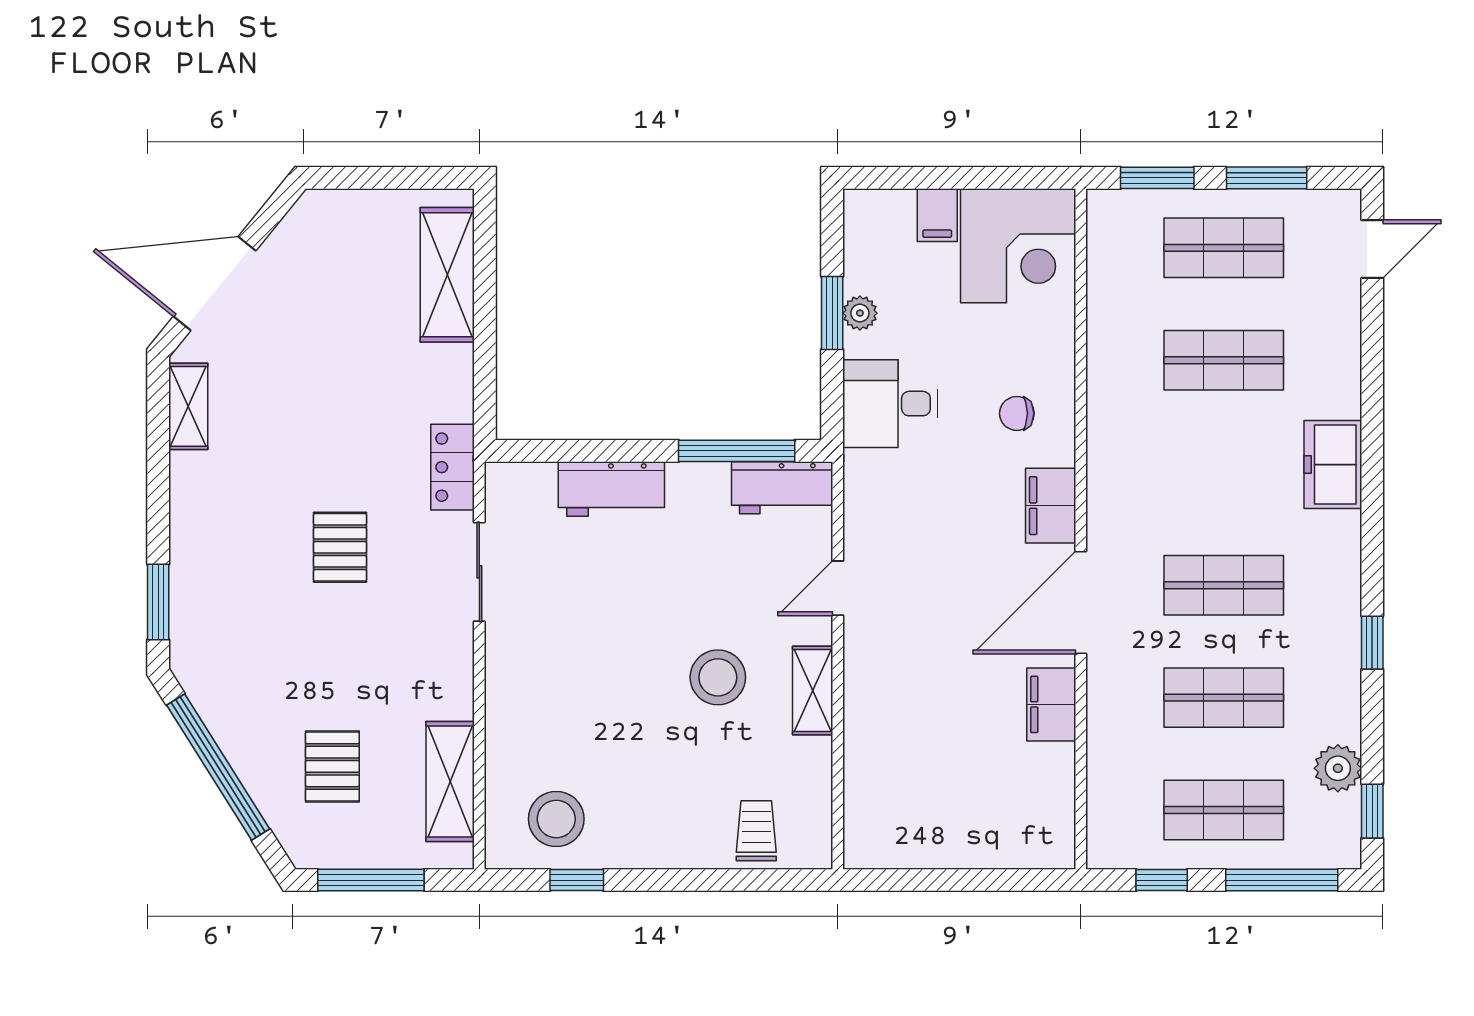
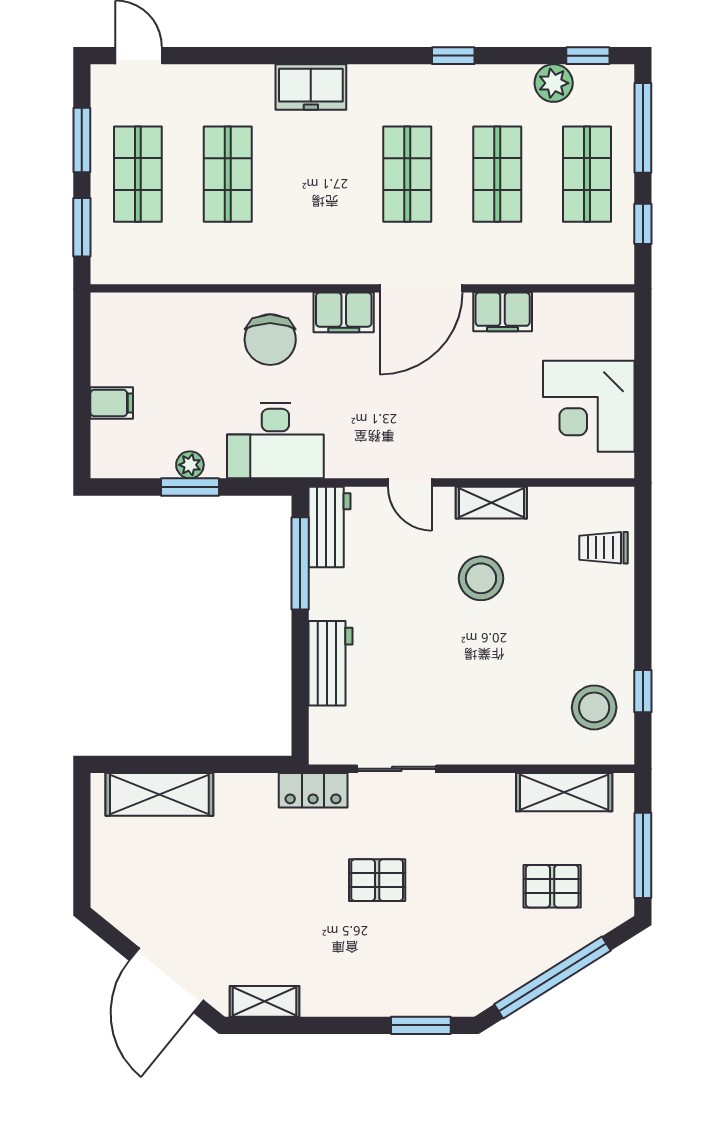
corner desk: (1018, 246) -> (589, 406), moved, turned 180
desk: (890, 404) -> (275, 441), width x1.37
chair: (1017, 413) -> (270, 340), width x1.87, depth x1.87
door: (1081, 603) -> (421, 288), hinge flipped

